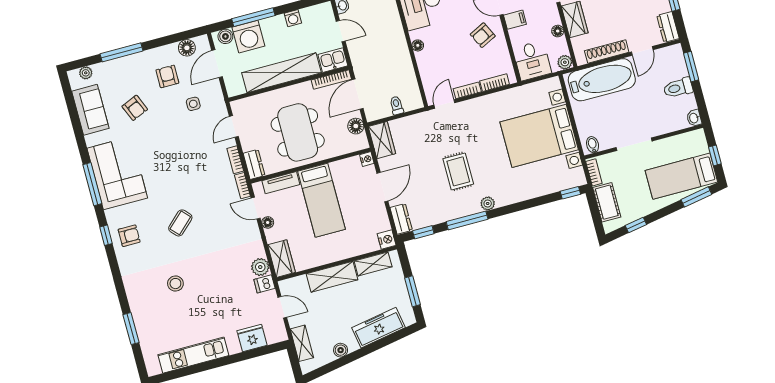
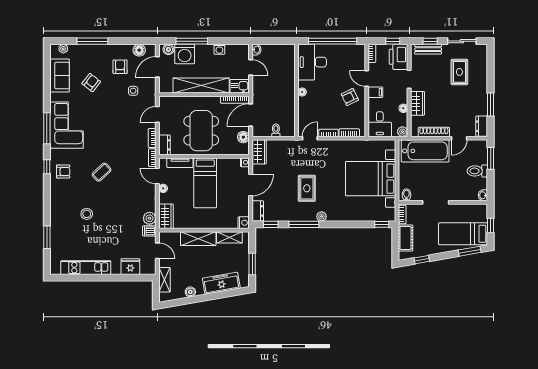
armchair: (135, 108) -> (91, 83), turned -119

